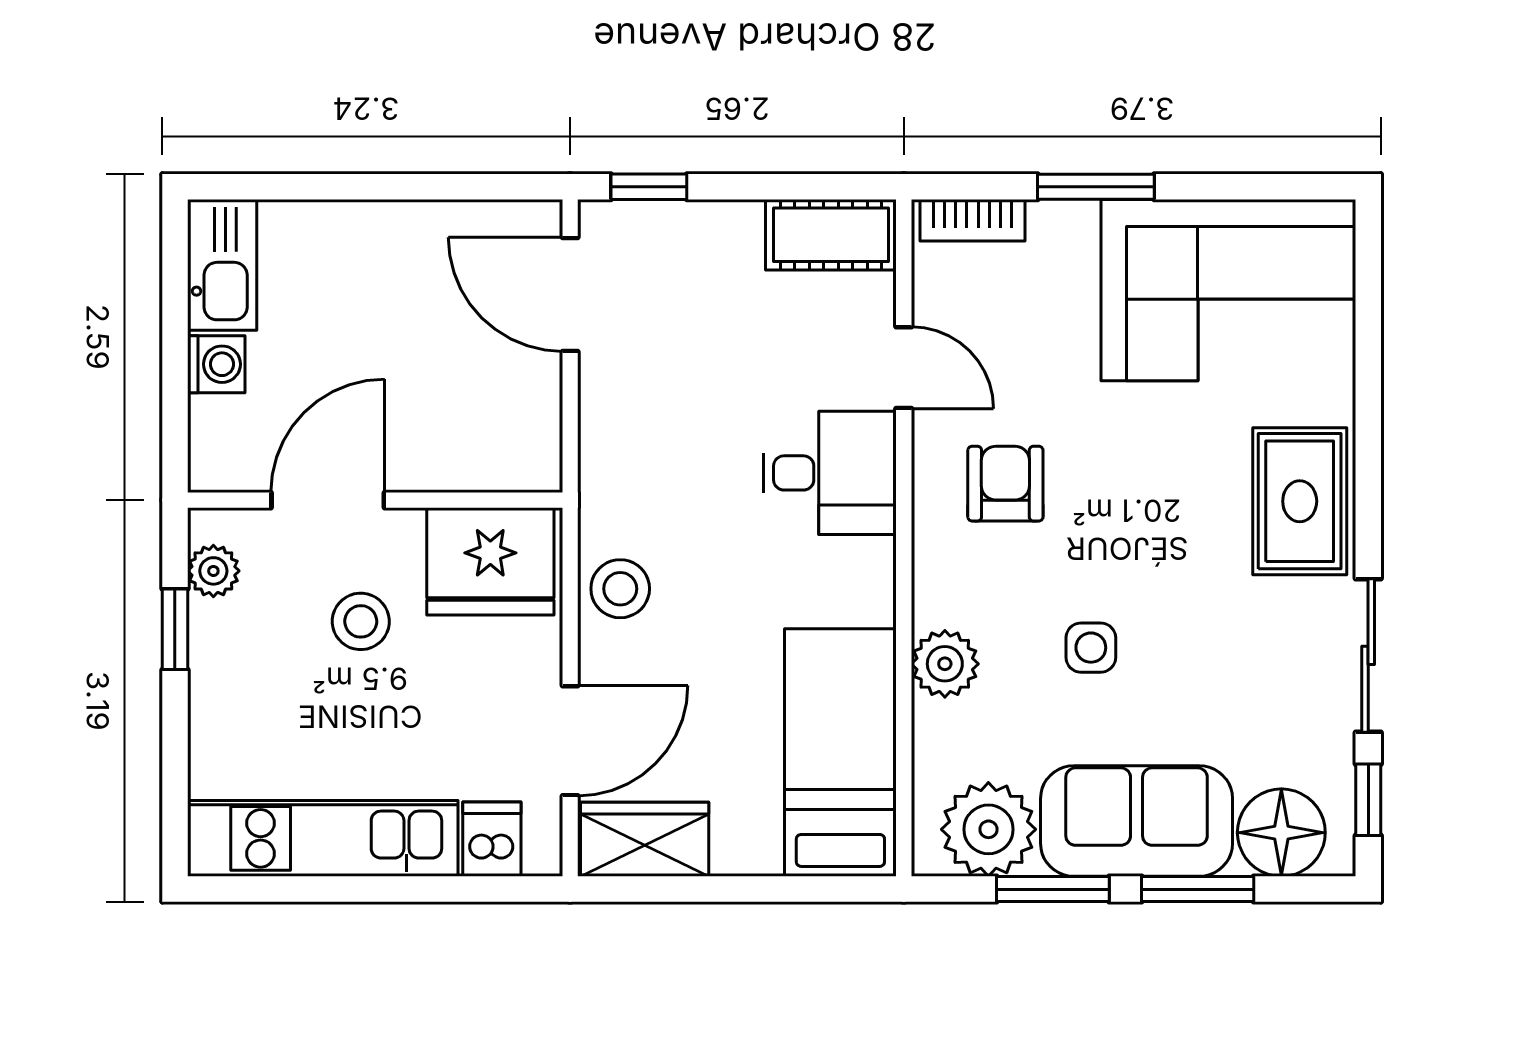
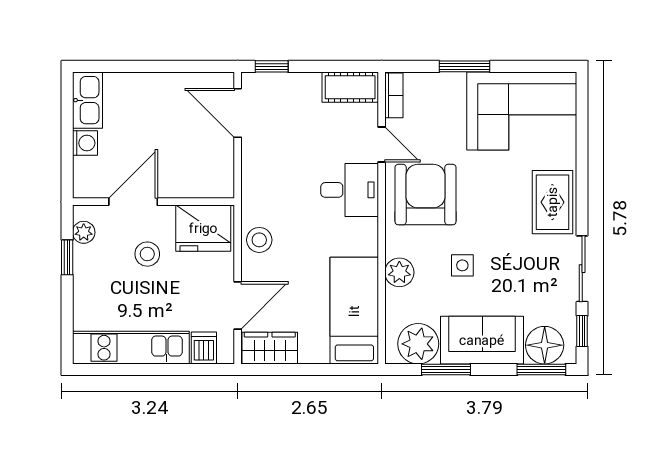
bookcase: (973, 220) -> (394, 95), moved, turned -90
armchair: (1005, 484) -> (426, 195), width x1.88, depth x1.88
window: (1198, 889) -> (541, 370), moved

